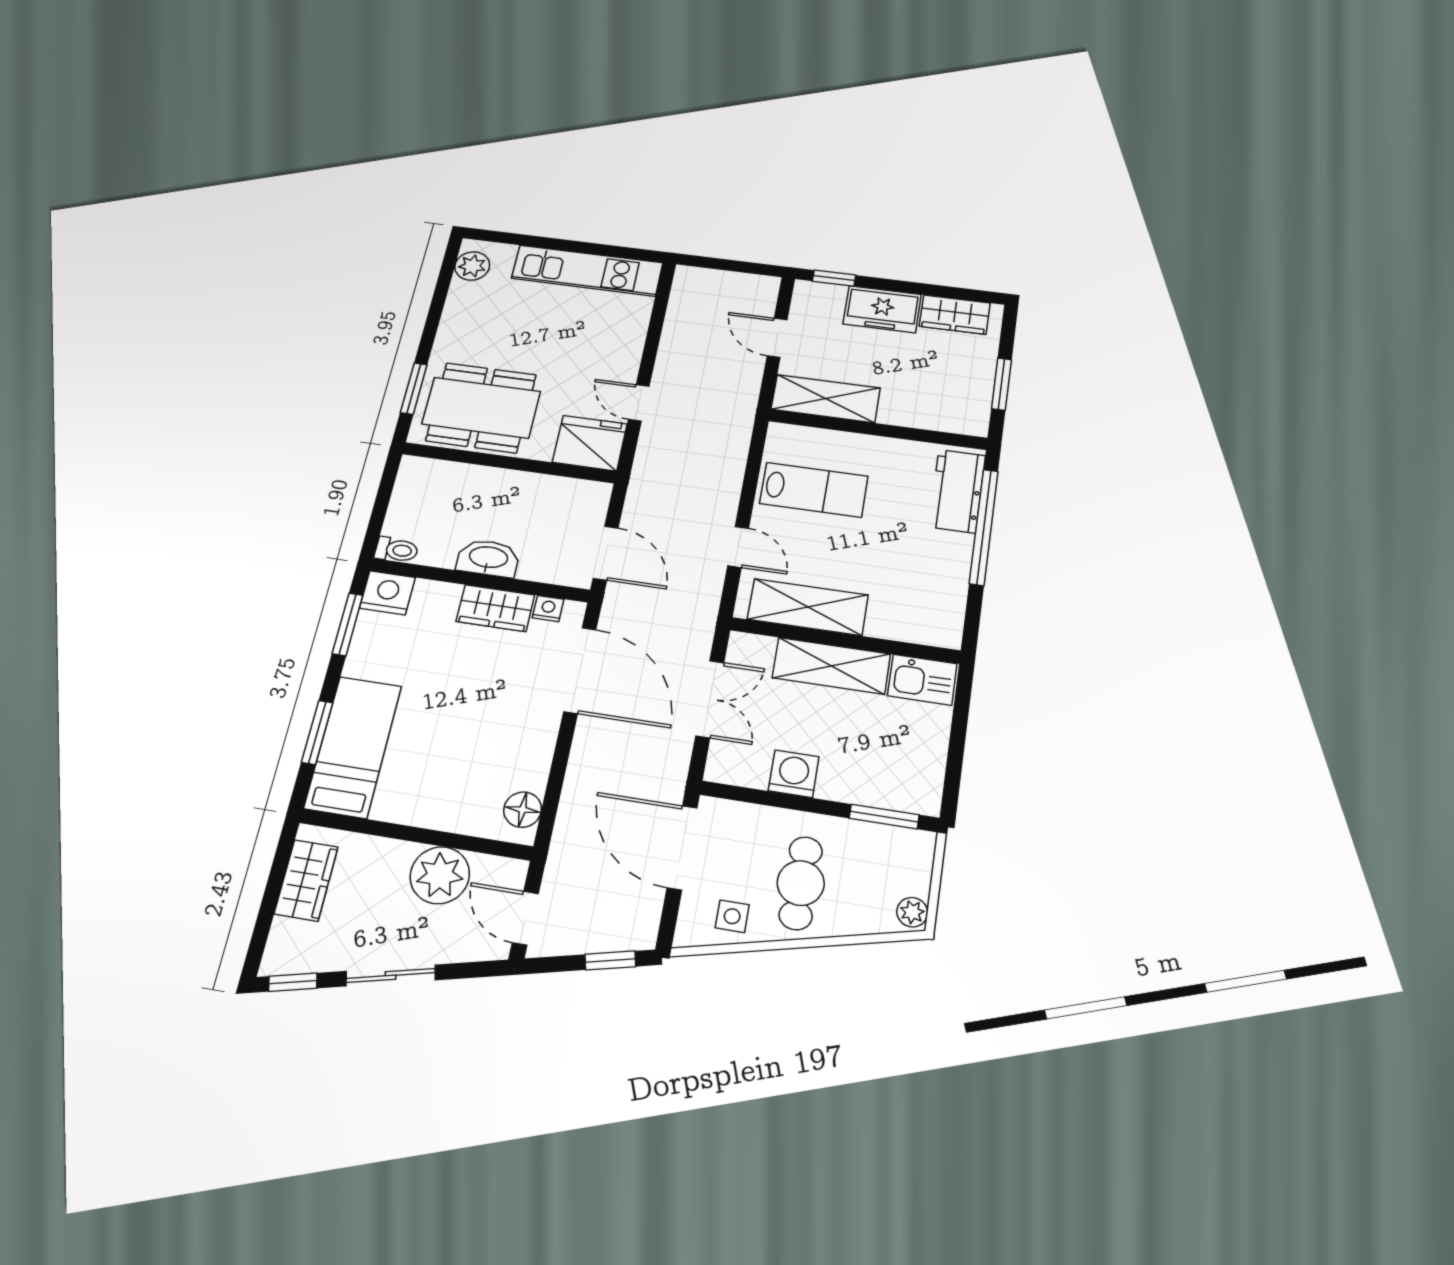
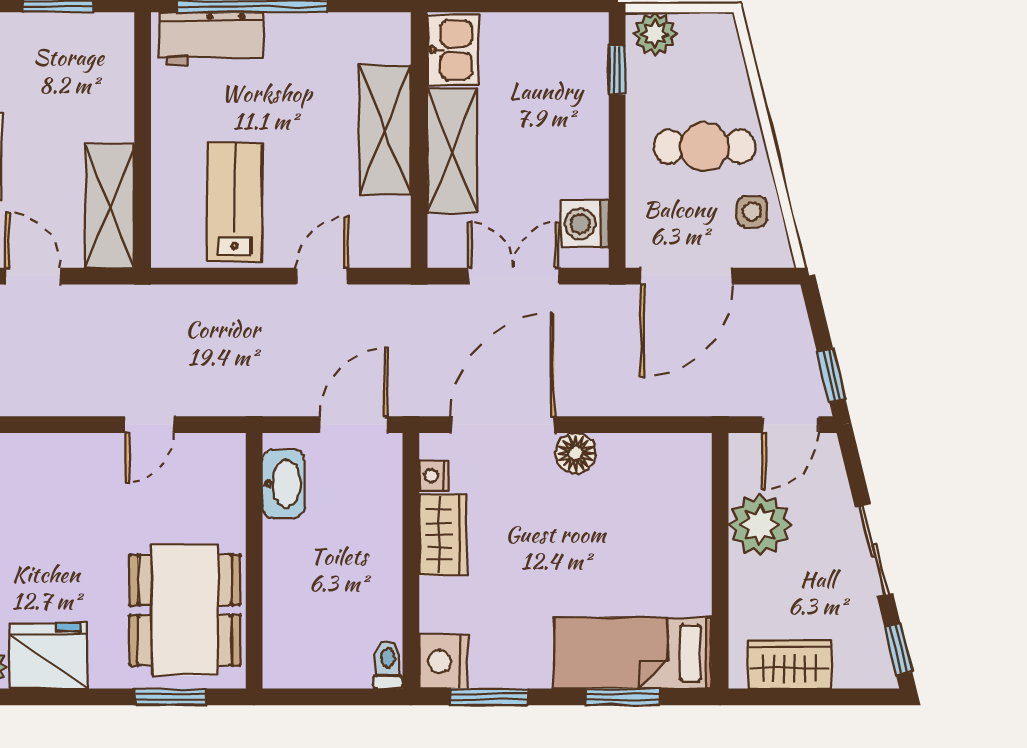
door: (777, 338) -> (33, 276), swing flipped
fridge: (590, 443) -> (48, 656), moved, turned 90
washbasin: (488, 558) -> (283, 484), moved, turned 180
shelving: (808, 607) -> (385, 130), moved
washing machine: (794, 774) -> (585, 224), moved
floor lamp: (523, 810) -> (576, 453), moved
window: (884, 817) -> (617, 70), width x0.67
plant: (912, 912) -> (655, 34), moved, width x1.38, depth x1.38
window: (610, 960) -> (831, 375), moved

